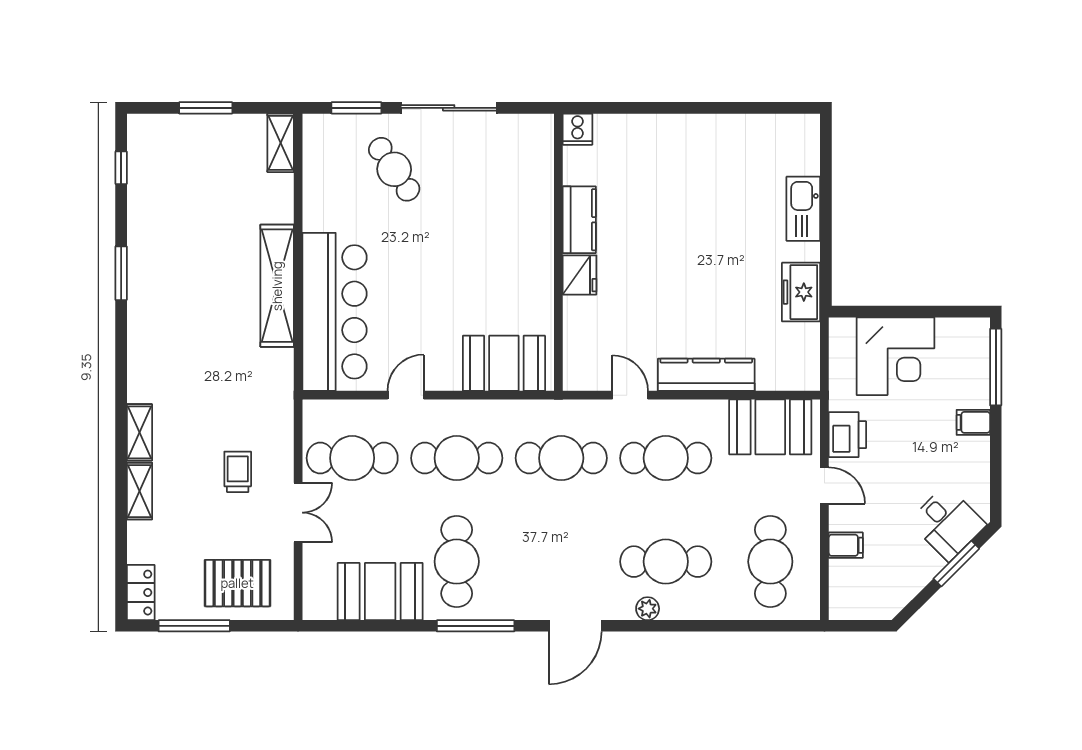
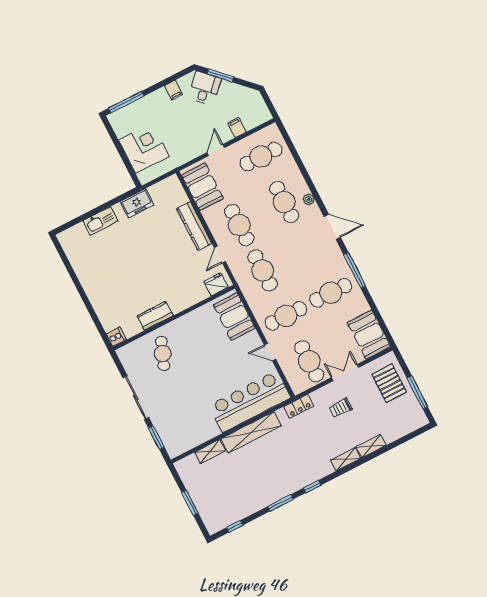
shelving: (281, 143) -> (210, 451), moved
cafe table: (394, 169) -> (163, 353), moved, turned -35
fridge: (580, 275) -> (216, 284), moved
window: (121, 346) -> (312, 486), added
filing cabinet: (973, 422) -> (174, 90), moved
printer: (847, 435) -> (189, 151), removed
cafe table: (457, 458) -> (286, 316), turned 90
booth: (380, 592) -> (369, 335), moved
locker: (141, 593) -> (299, 406), moved, turned 180

